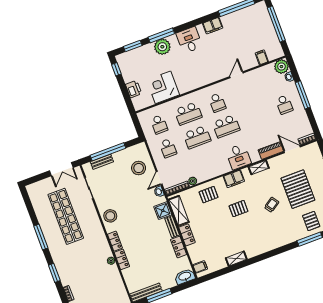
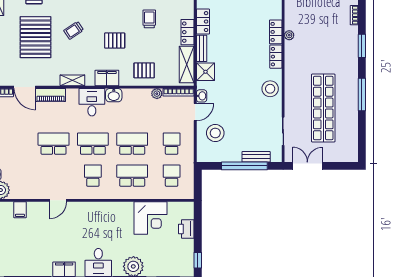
school desk: (284, 105) -> (54, 144), moved, width x1.85
washbasin: (224, 168) -> (114, 95), added
trolley: (219, 234) -> (149, 19), added

